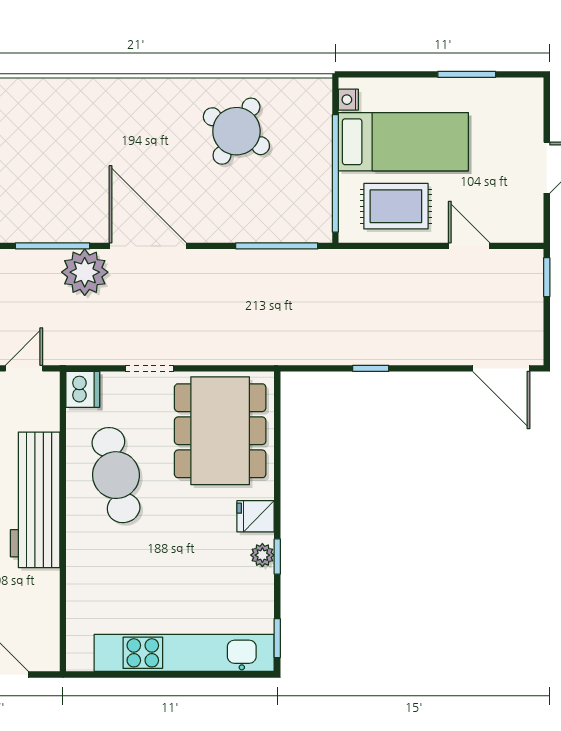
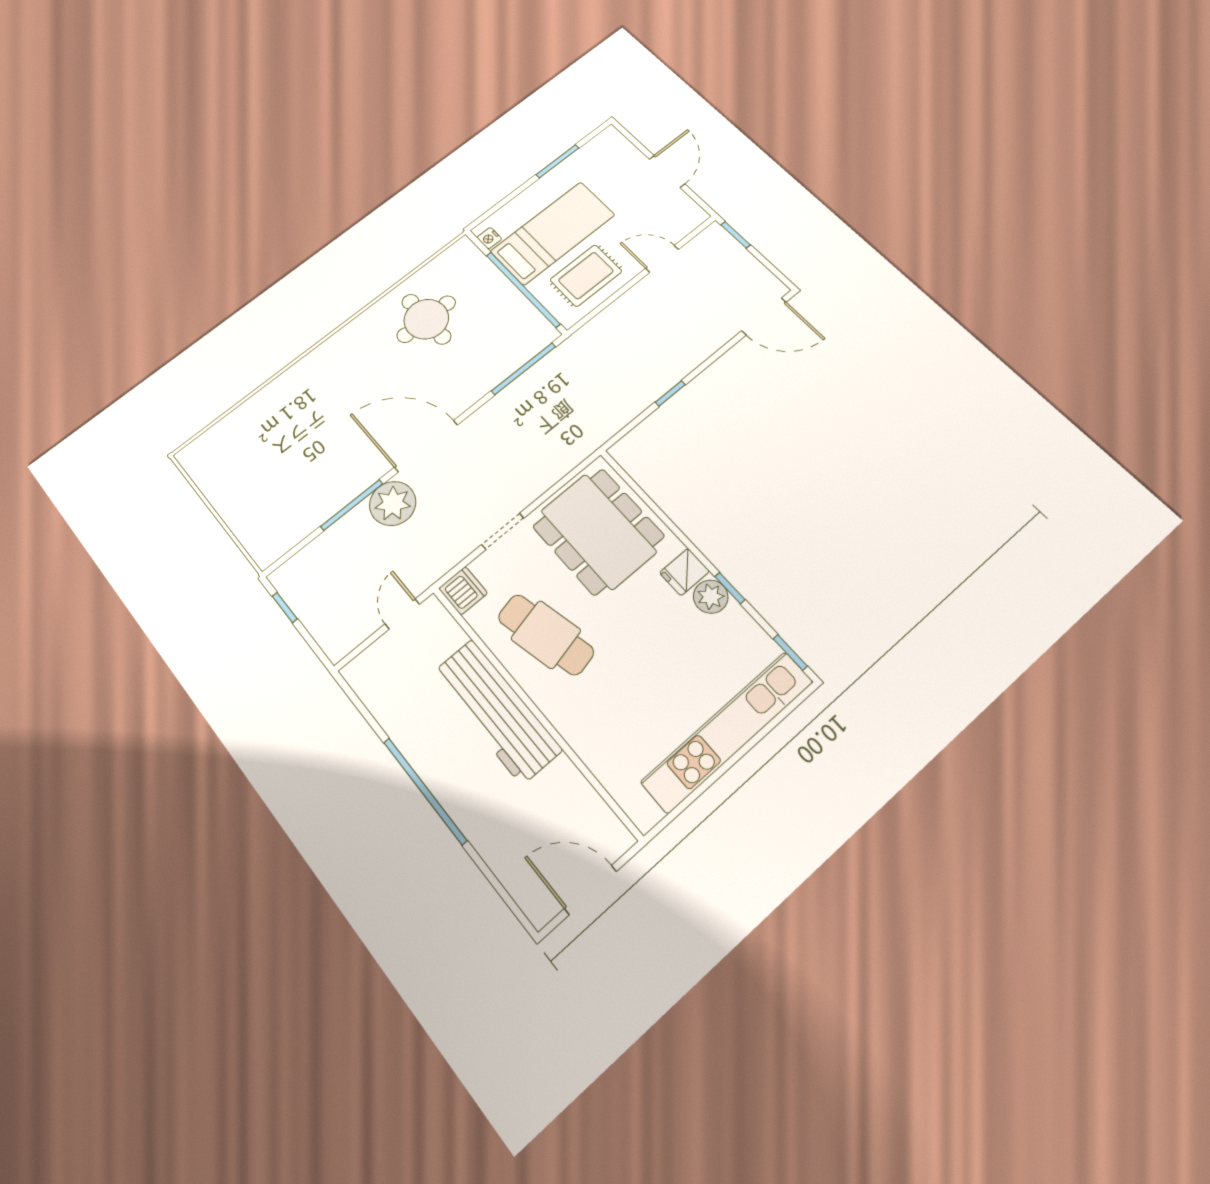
round table: (236, 131) -> (426, 319), turned -31
plant: (262, 555) -> (711, 597), width x1.38, depth x1.38

